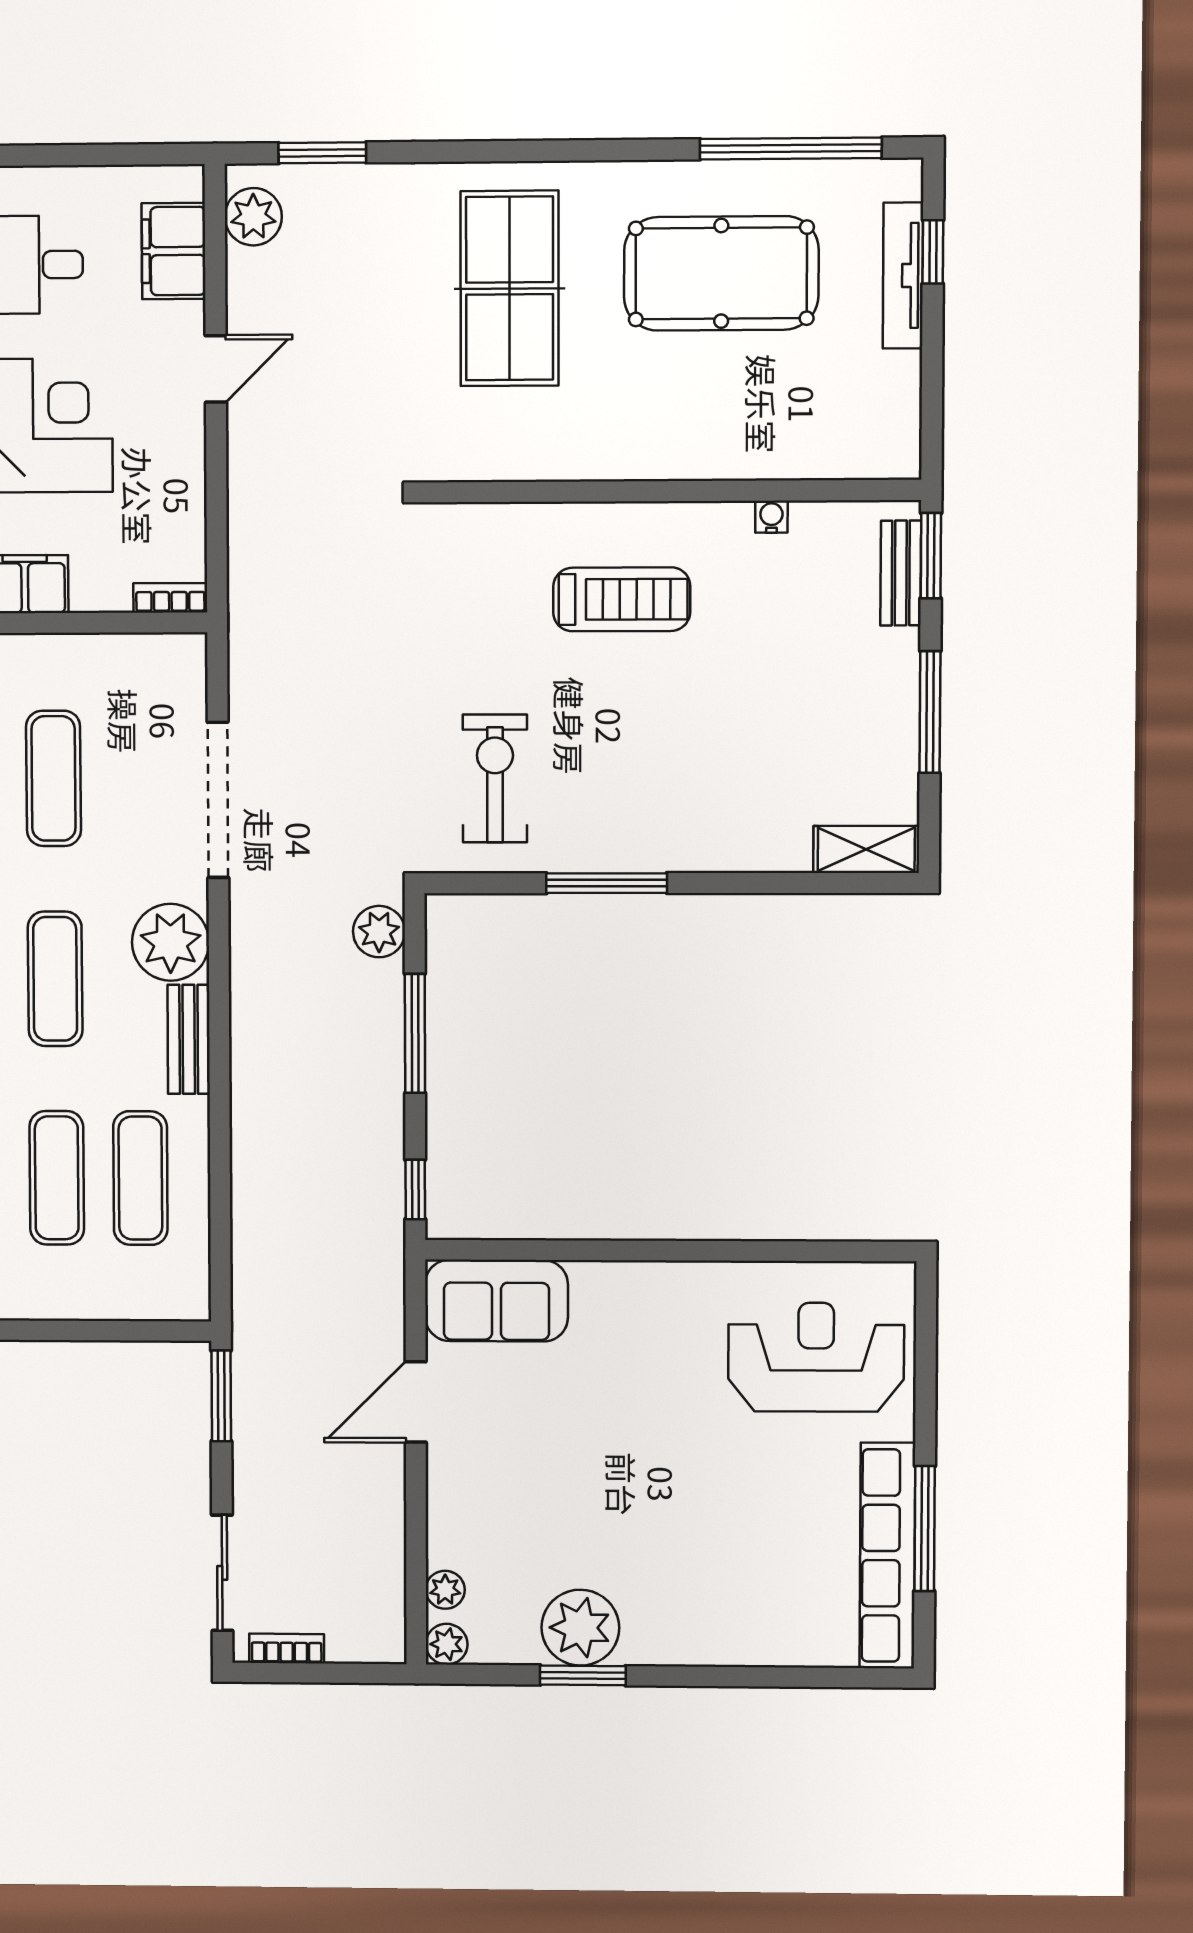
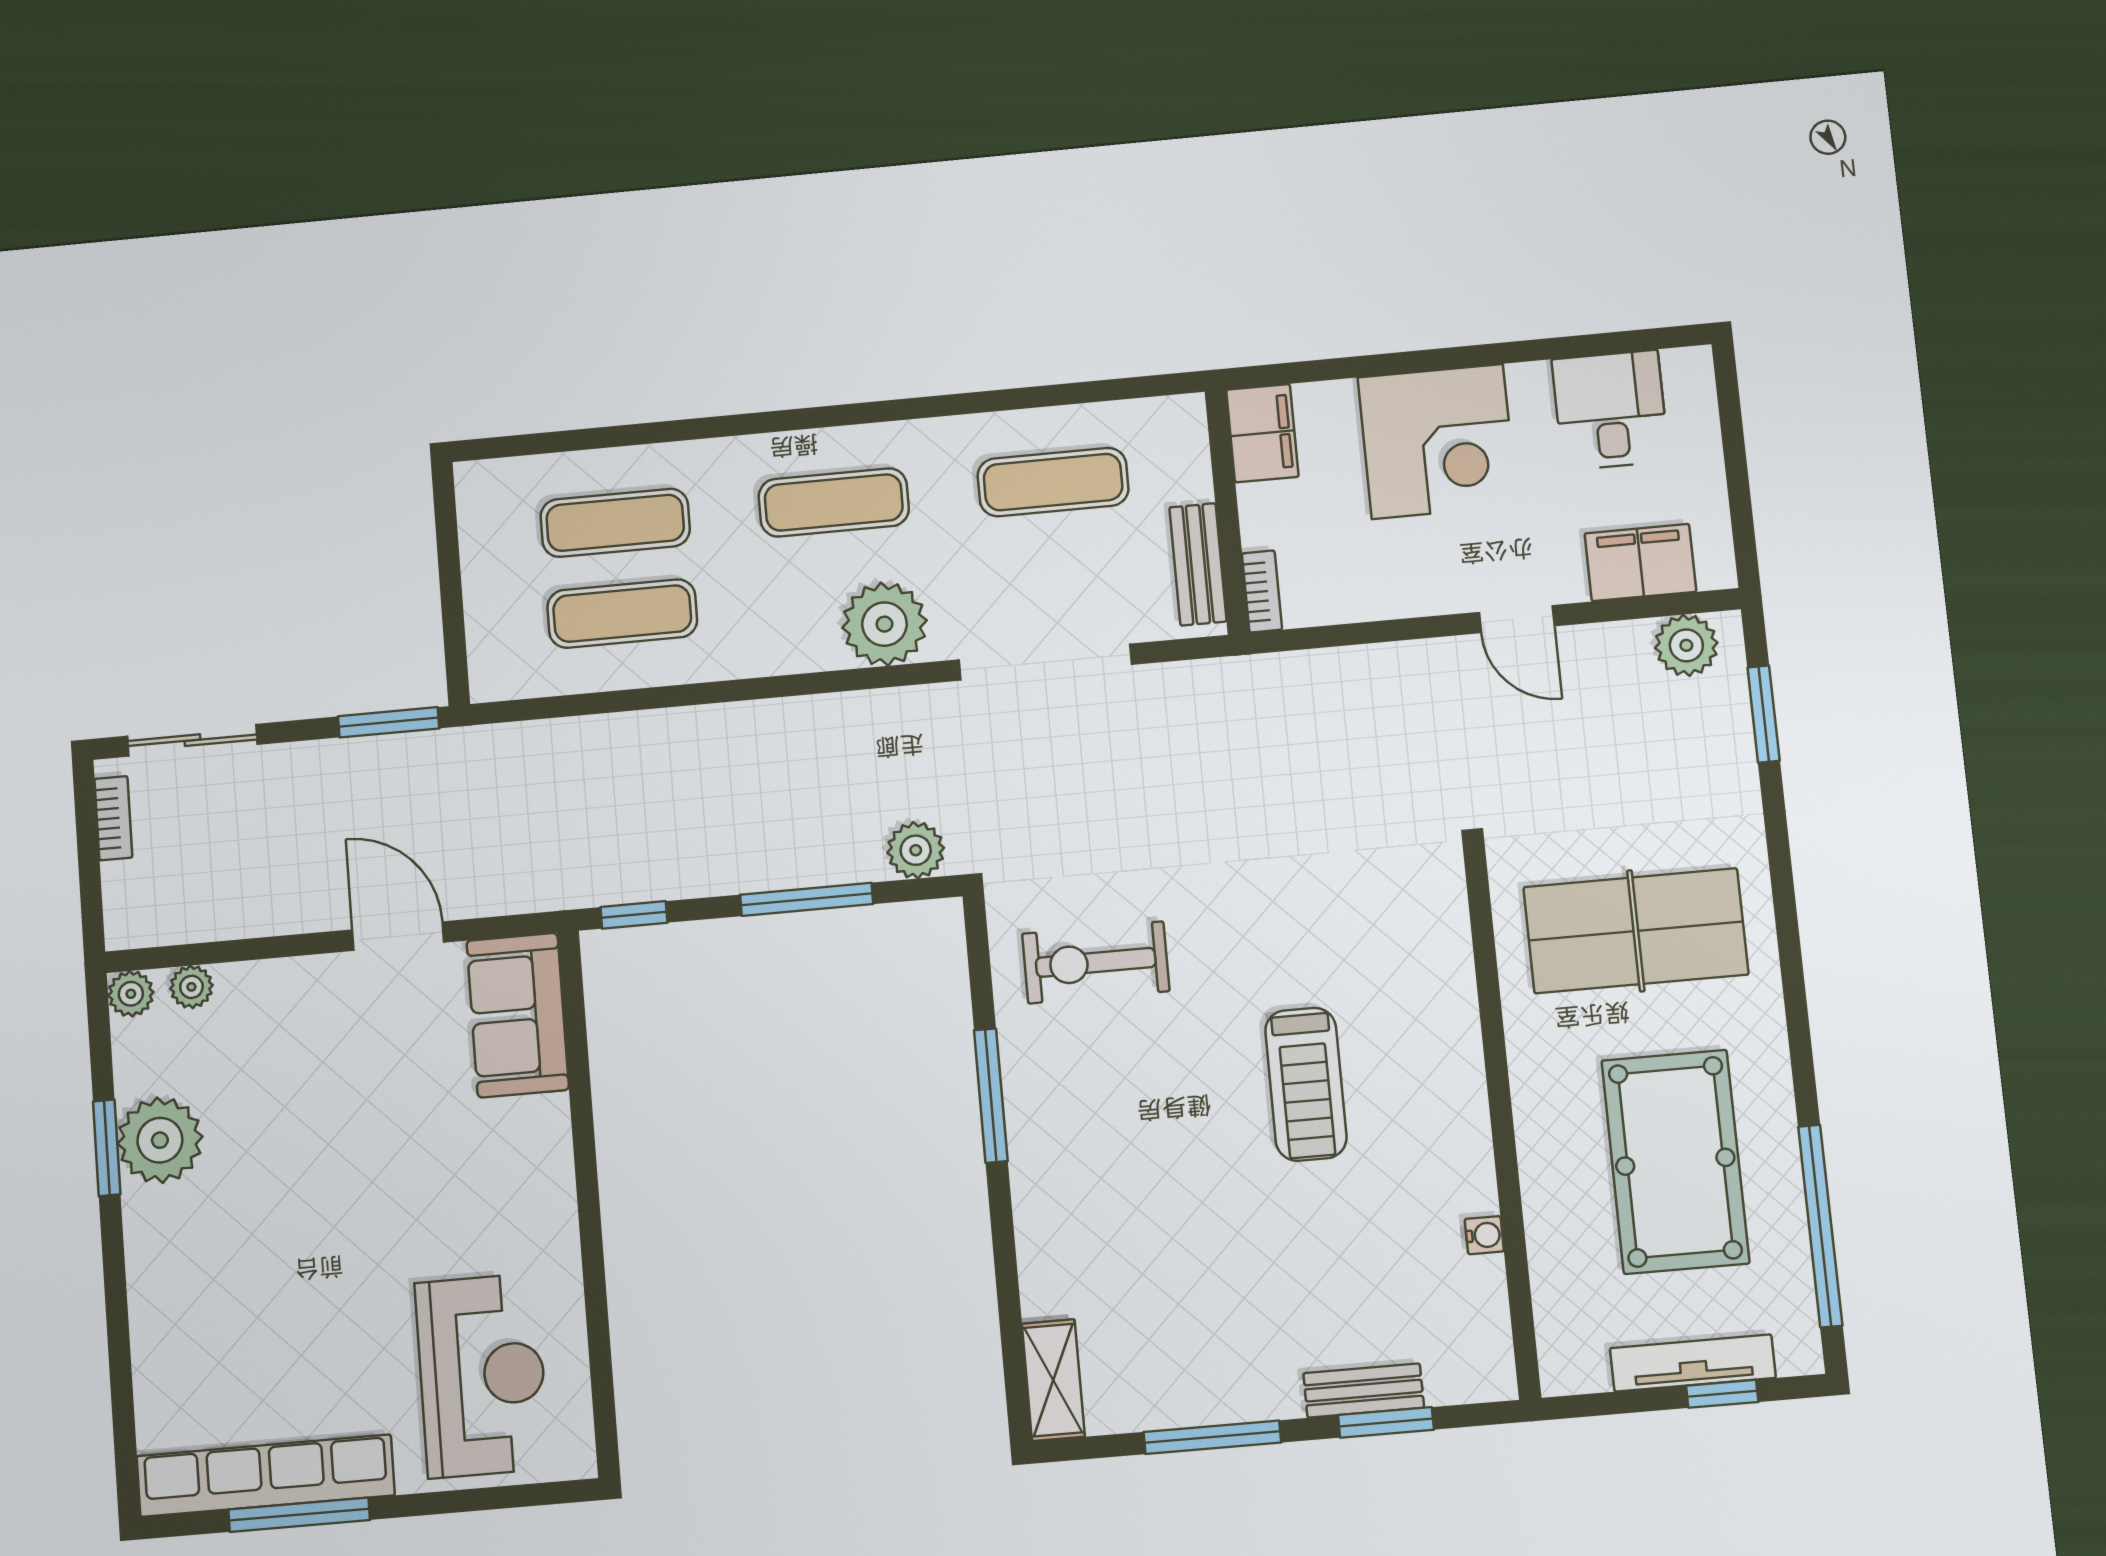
wall: (672, 491) -> (1502, 1122), moved
water cooler: (771, 517) -> (1484, 1235), moved
exercise bike: (495, 778) -> (1096, 962), turned 180
bench: (189, 1039) -> (1198, 564), moved, turned 90

